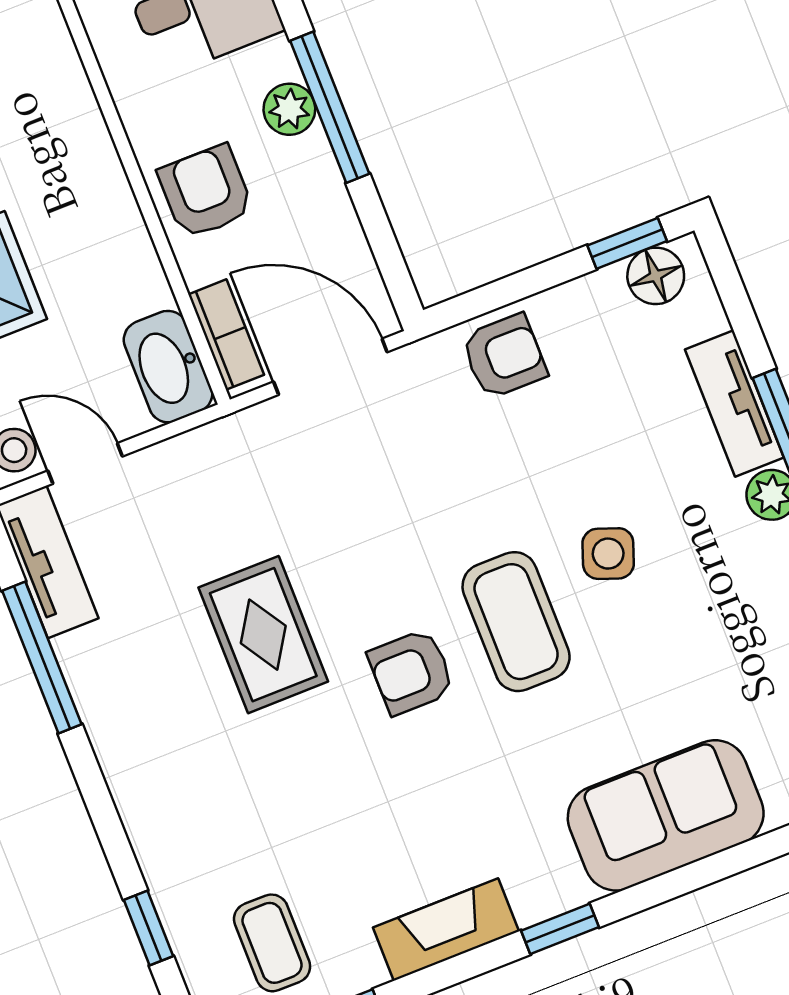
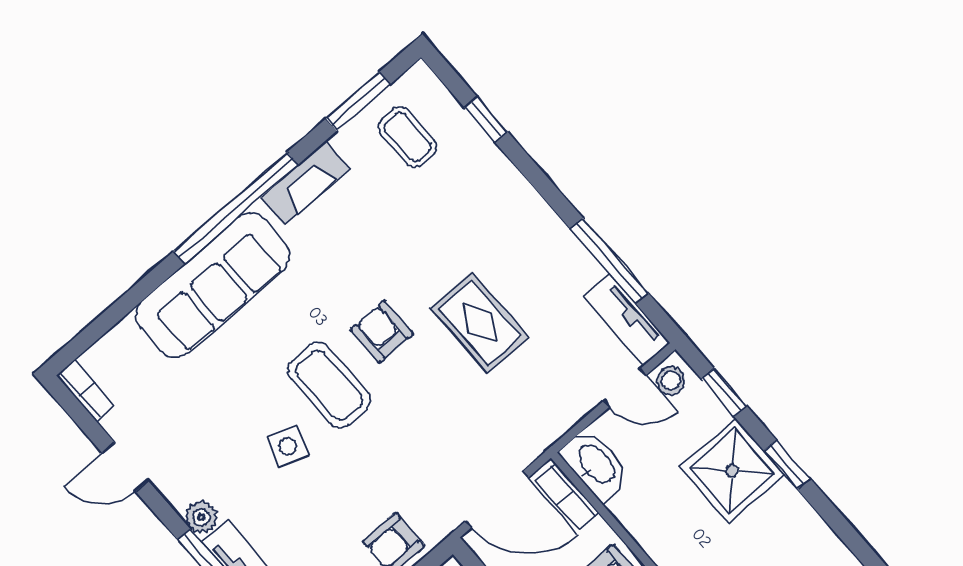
armchair: (411, 672) -> (382, 332), turned -90
sofa: (666, 815) -> (213, 285), width x1.36
window: (560, 929) -> (236, 208), width x3.17

